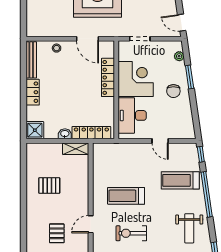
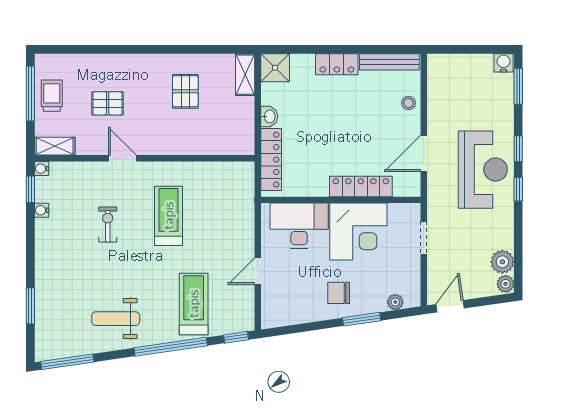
shelving: (76, 149) -> (245, 75), moved
exercise bike: (131, 233) -> (108, 224), width x0.73, depth x0.72

